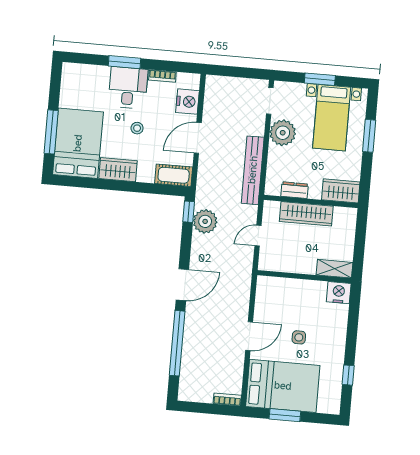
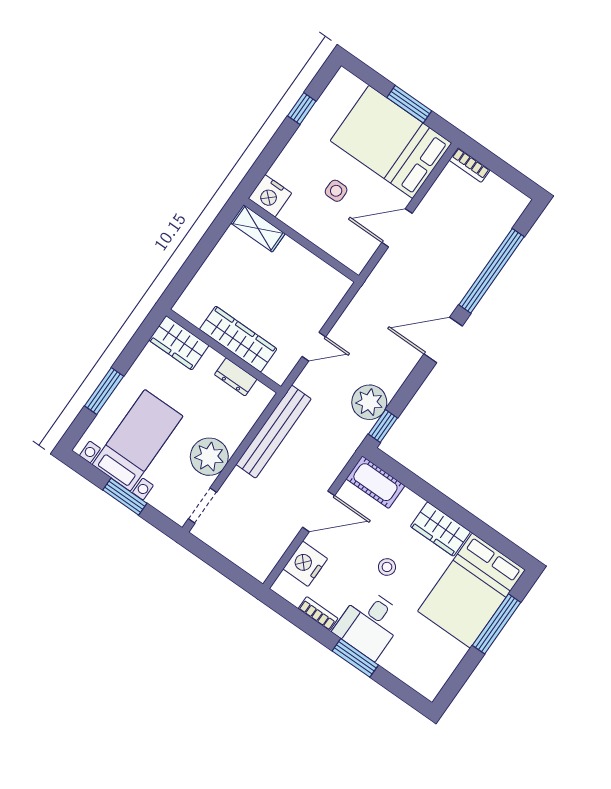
shelving: (335, 269) -> (258, 228), moved
wall: (304, 277) -> (301, 240), moved
nightstand: (339, 293) -> (270, 196), moved

